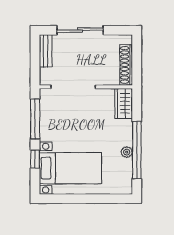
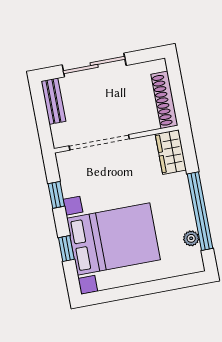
window: (35, 119) -> (56, 195), width x0.46
plant: (127, 152) -> (191, 238), moved
bed with nightstands: (70, 168) -> (114, 239), width x1.36

